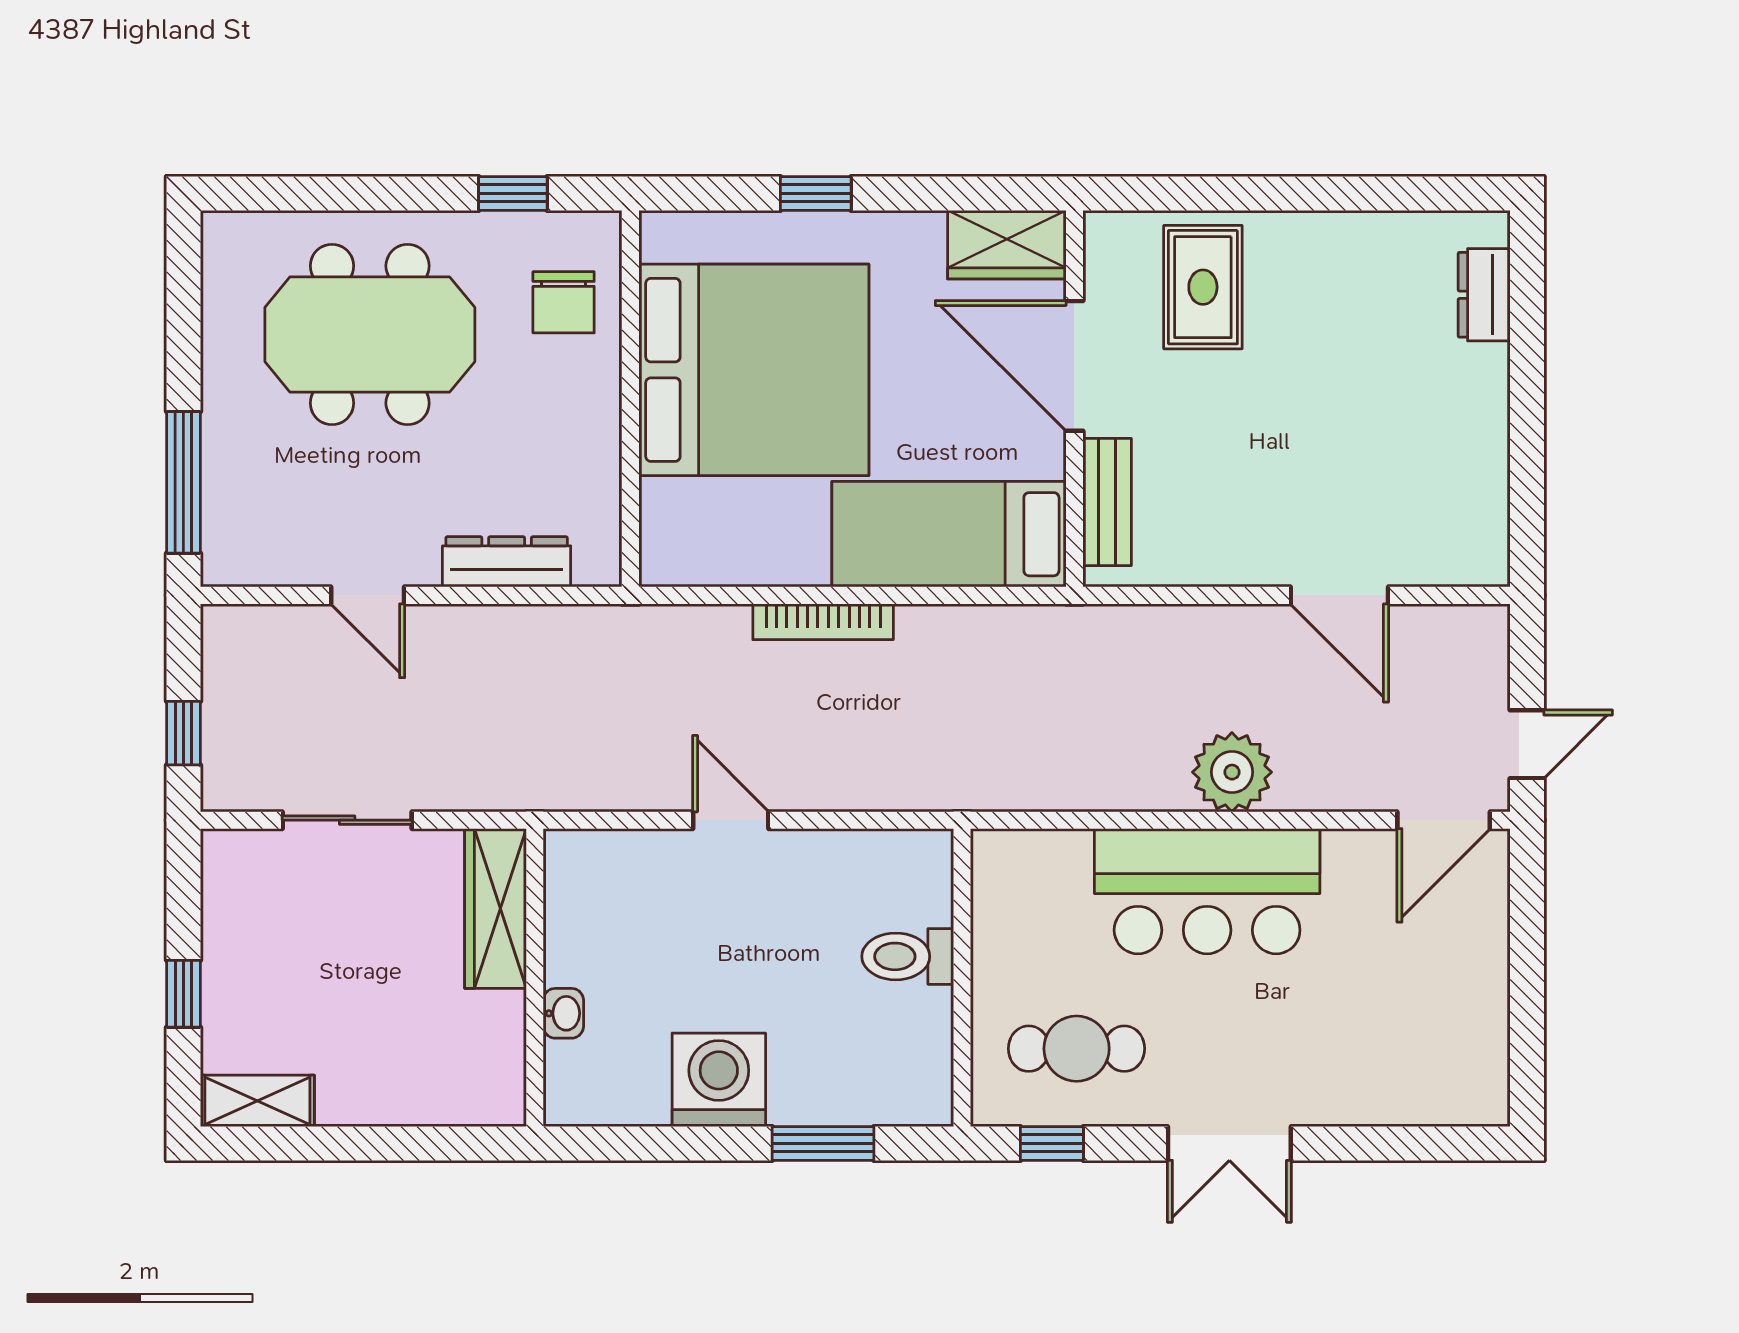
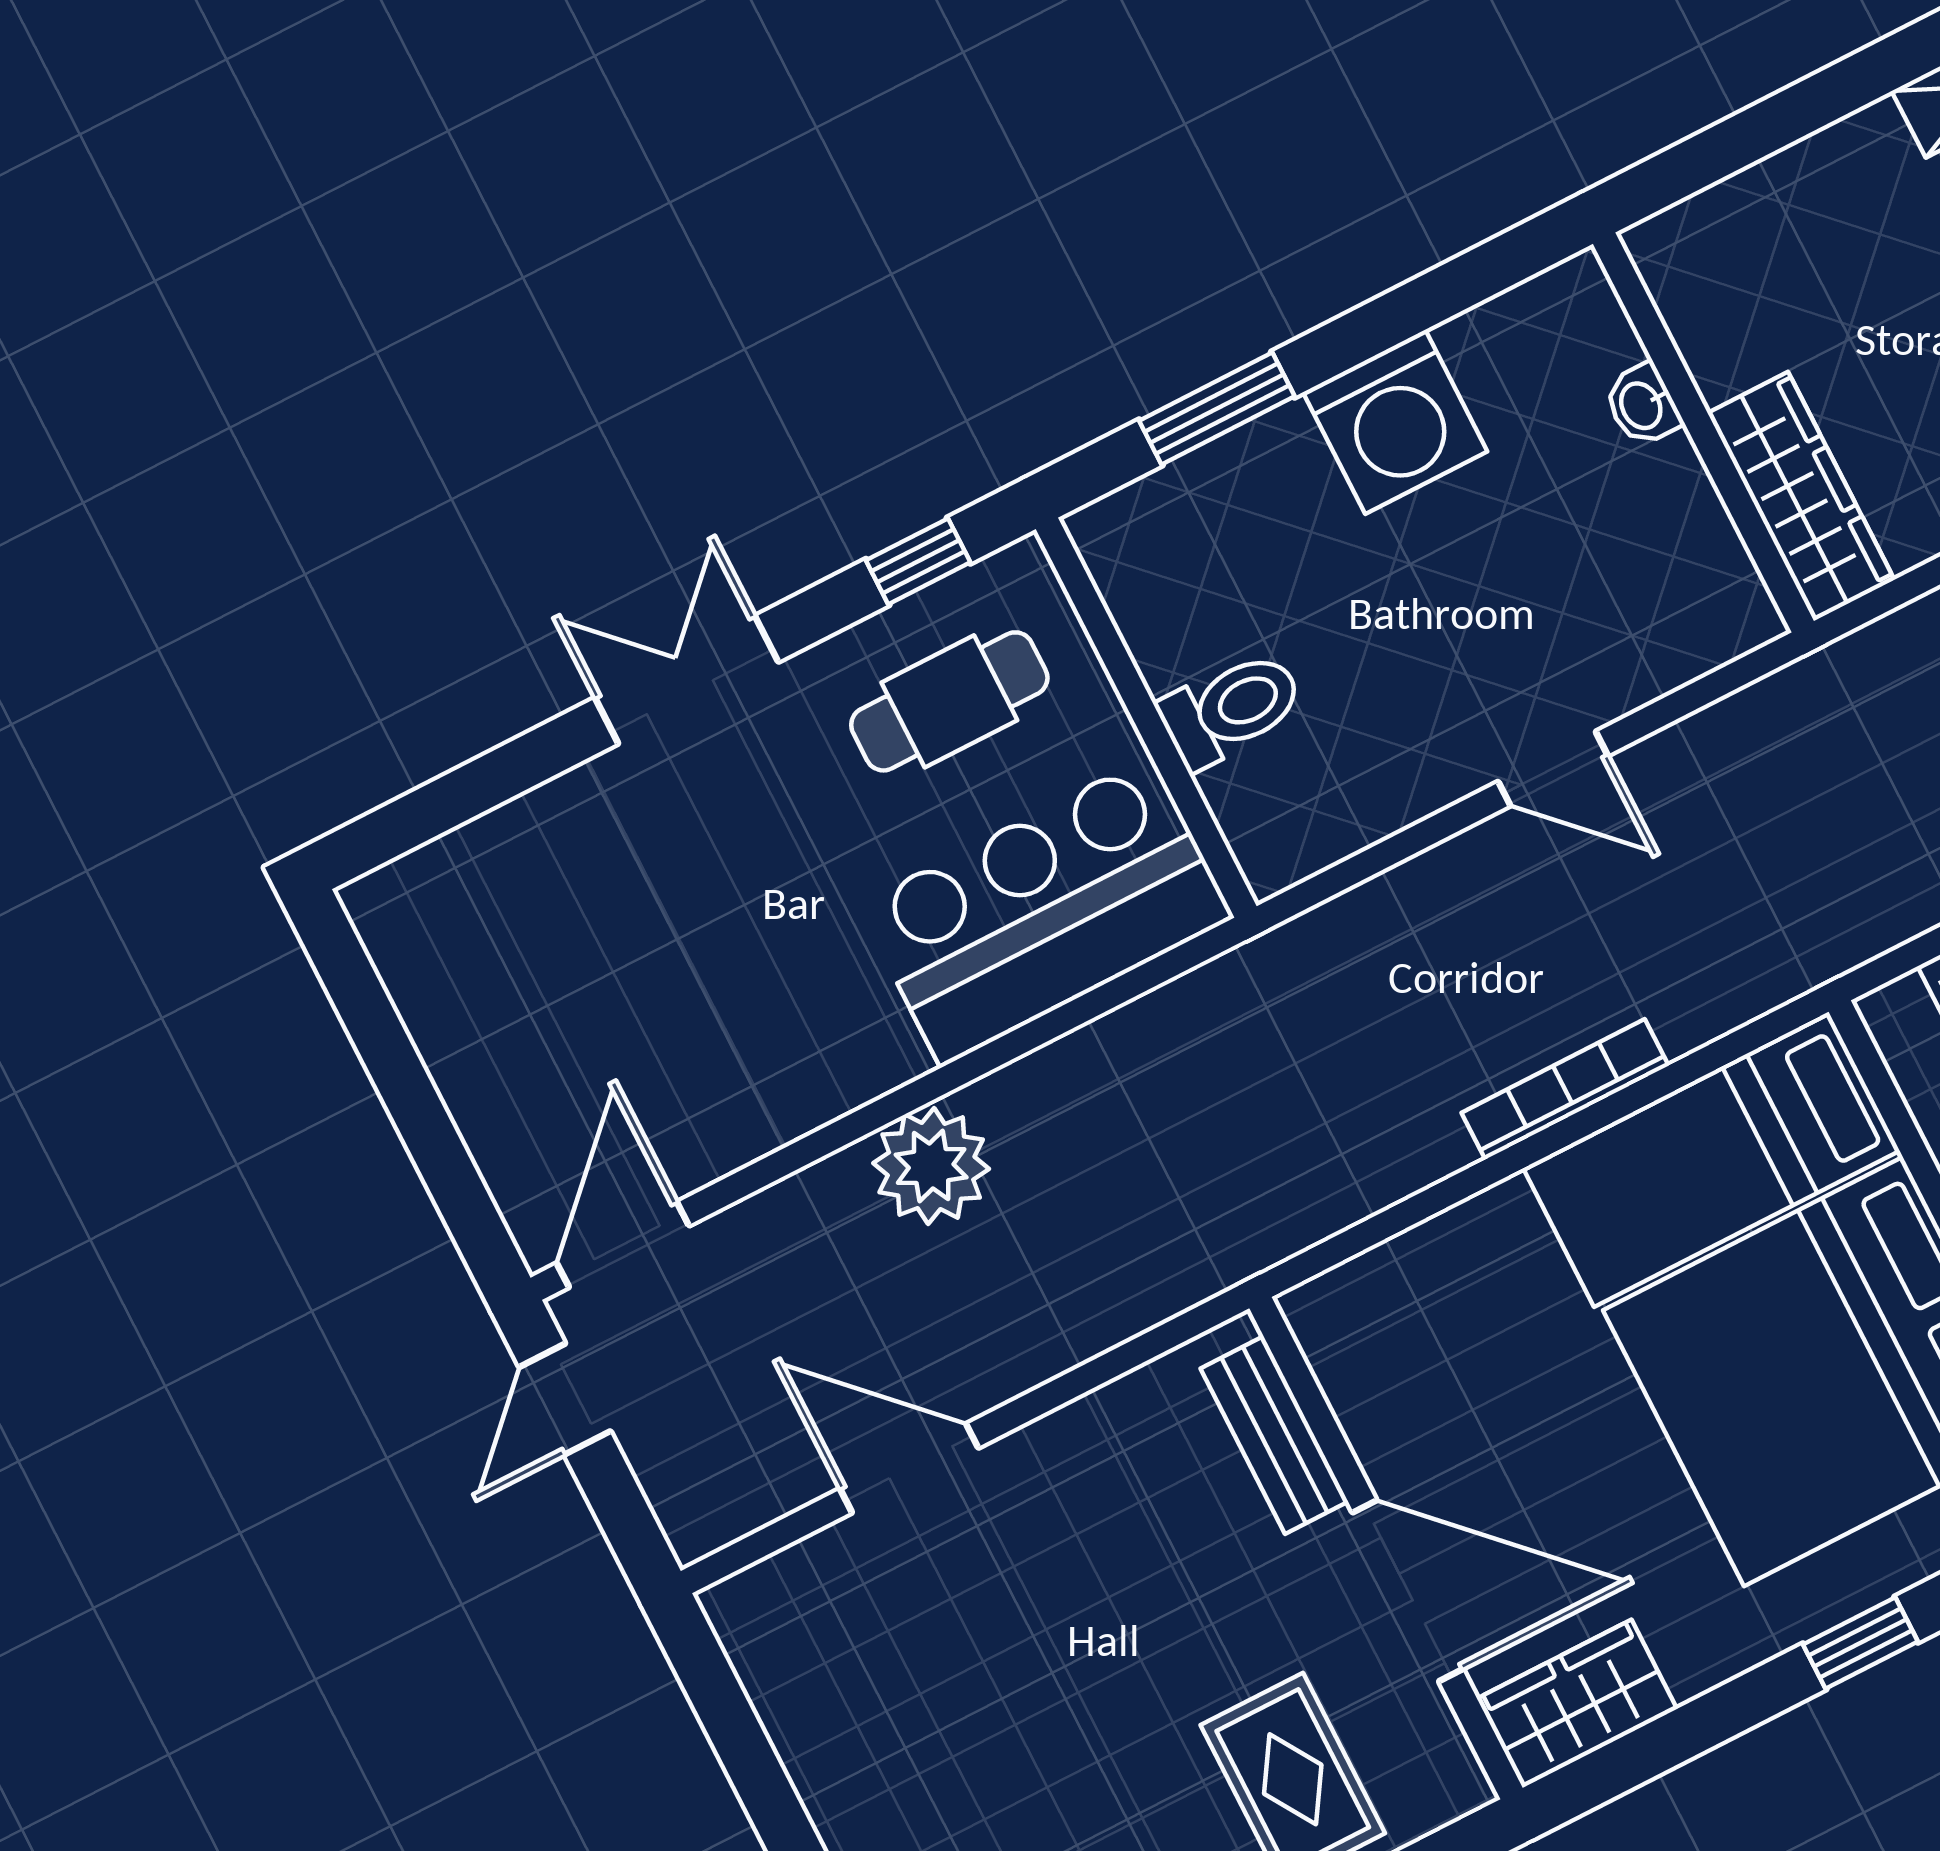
bed: (949, 534) -> (1712, 1160), moved, turned 180
bar counter: (1207, 891) -> (1046, 911), moved

